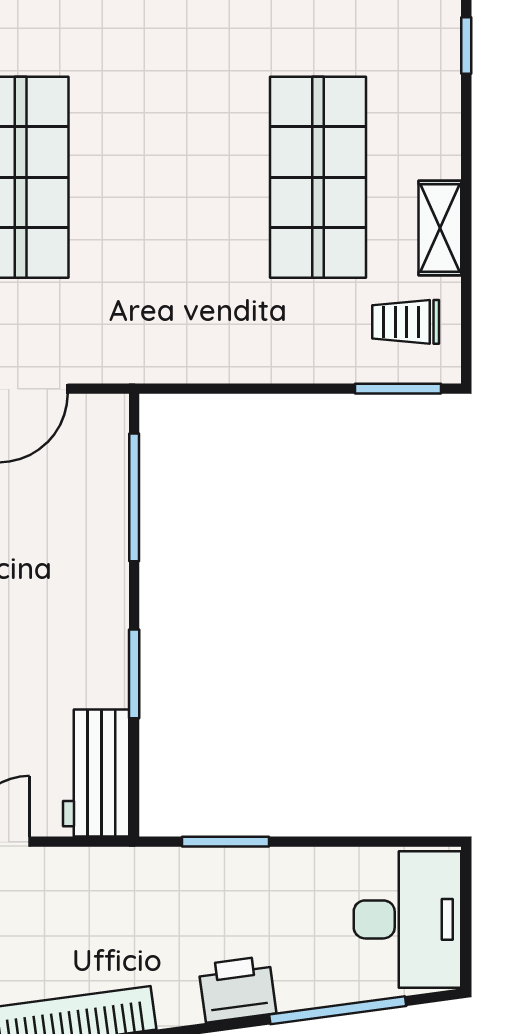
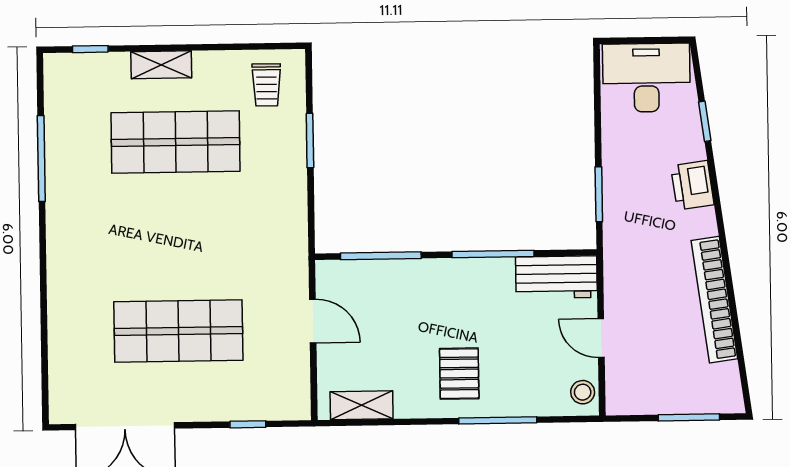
shelving: (440, 228) -> (161, 65), moved
window: (398, 389) -> (310, 140), moved
window: (134, 674) -> (493, 254), width x1.44
window: (338, 1010) -> (705, 121), width x0.46

